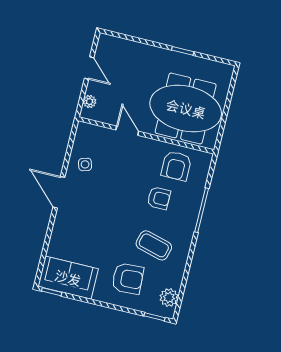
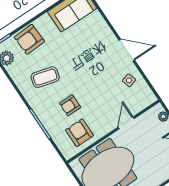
door: (127, 131) -> (126, 123), swing flipped
armchair: (128, 279) -> (29, 39), moved

